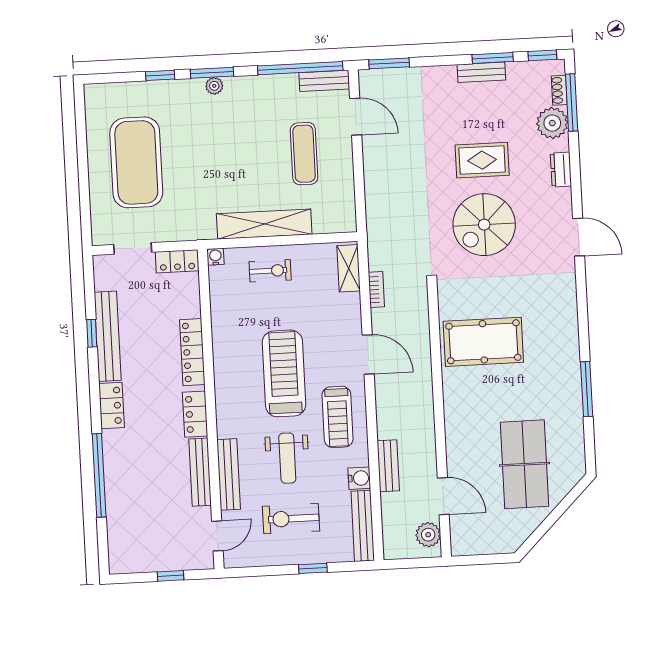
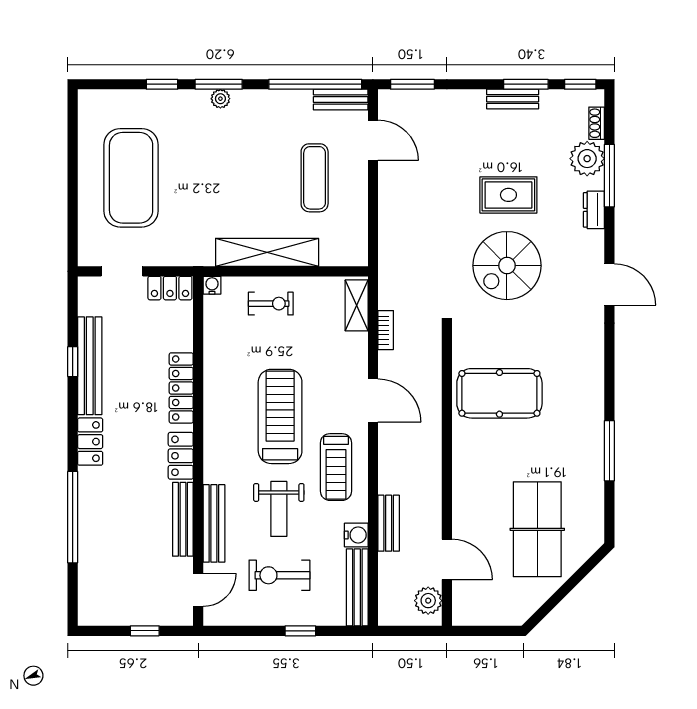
window: (572, 102) -> (609, 176), moved

